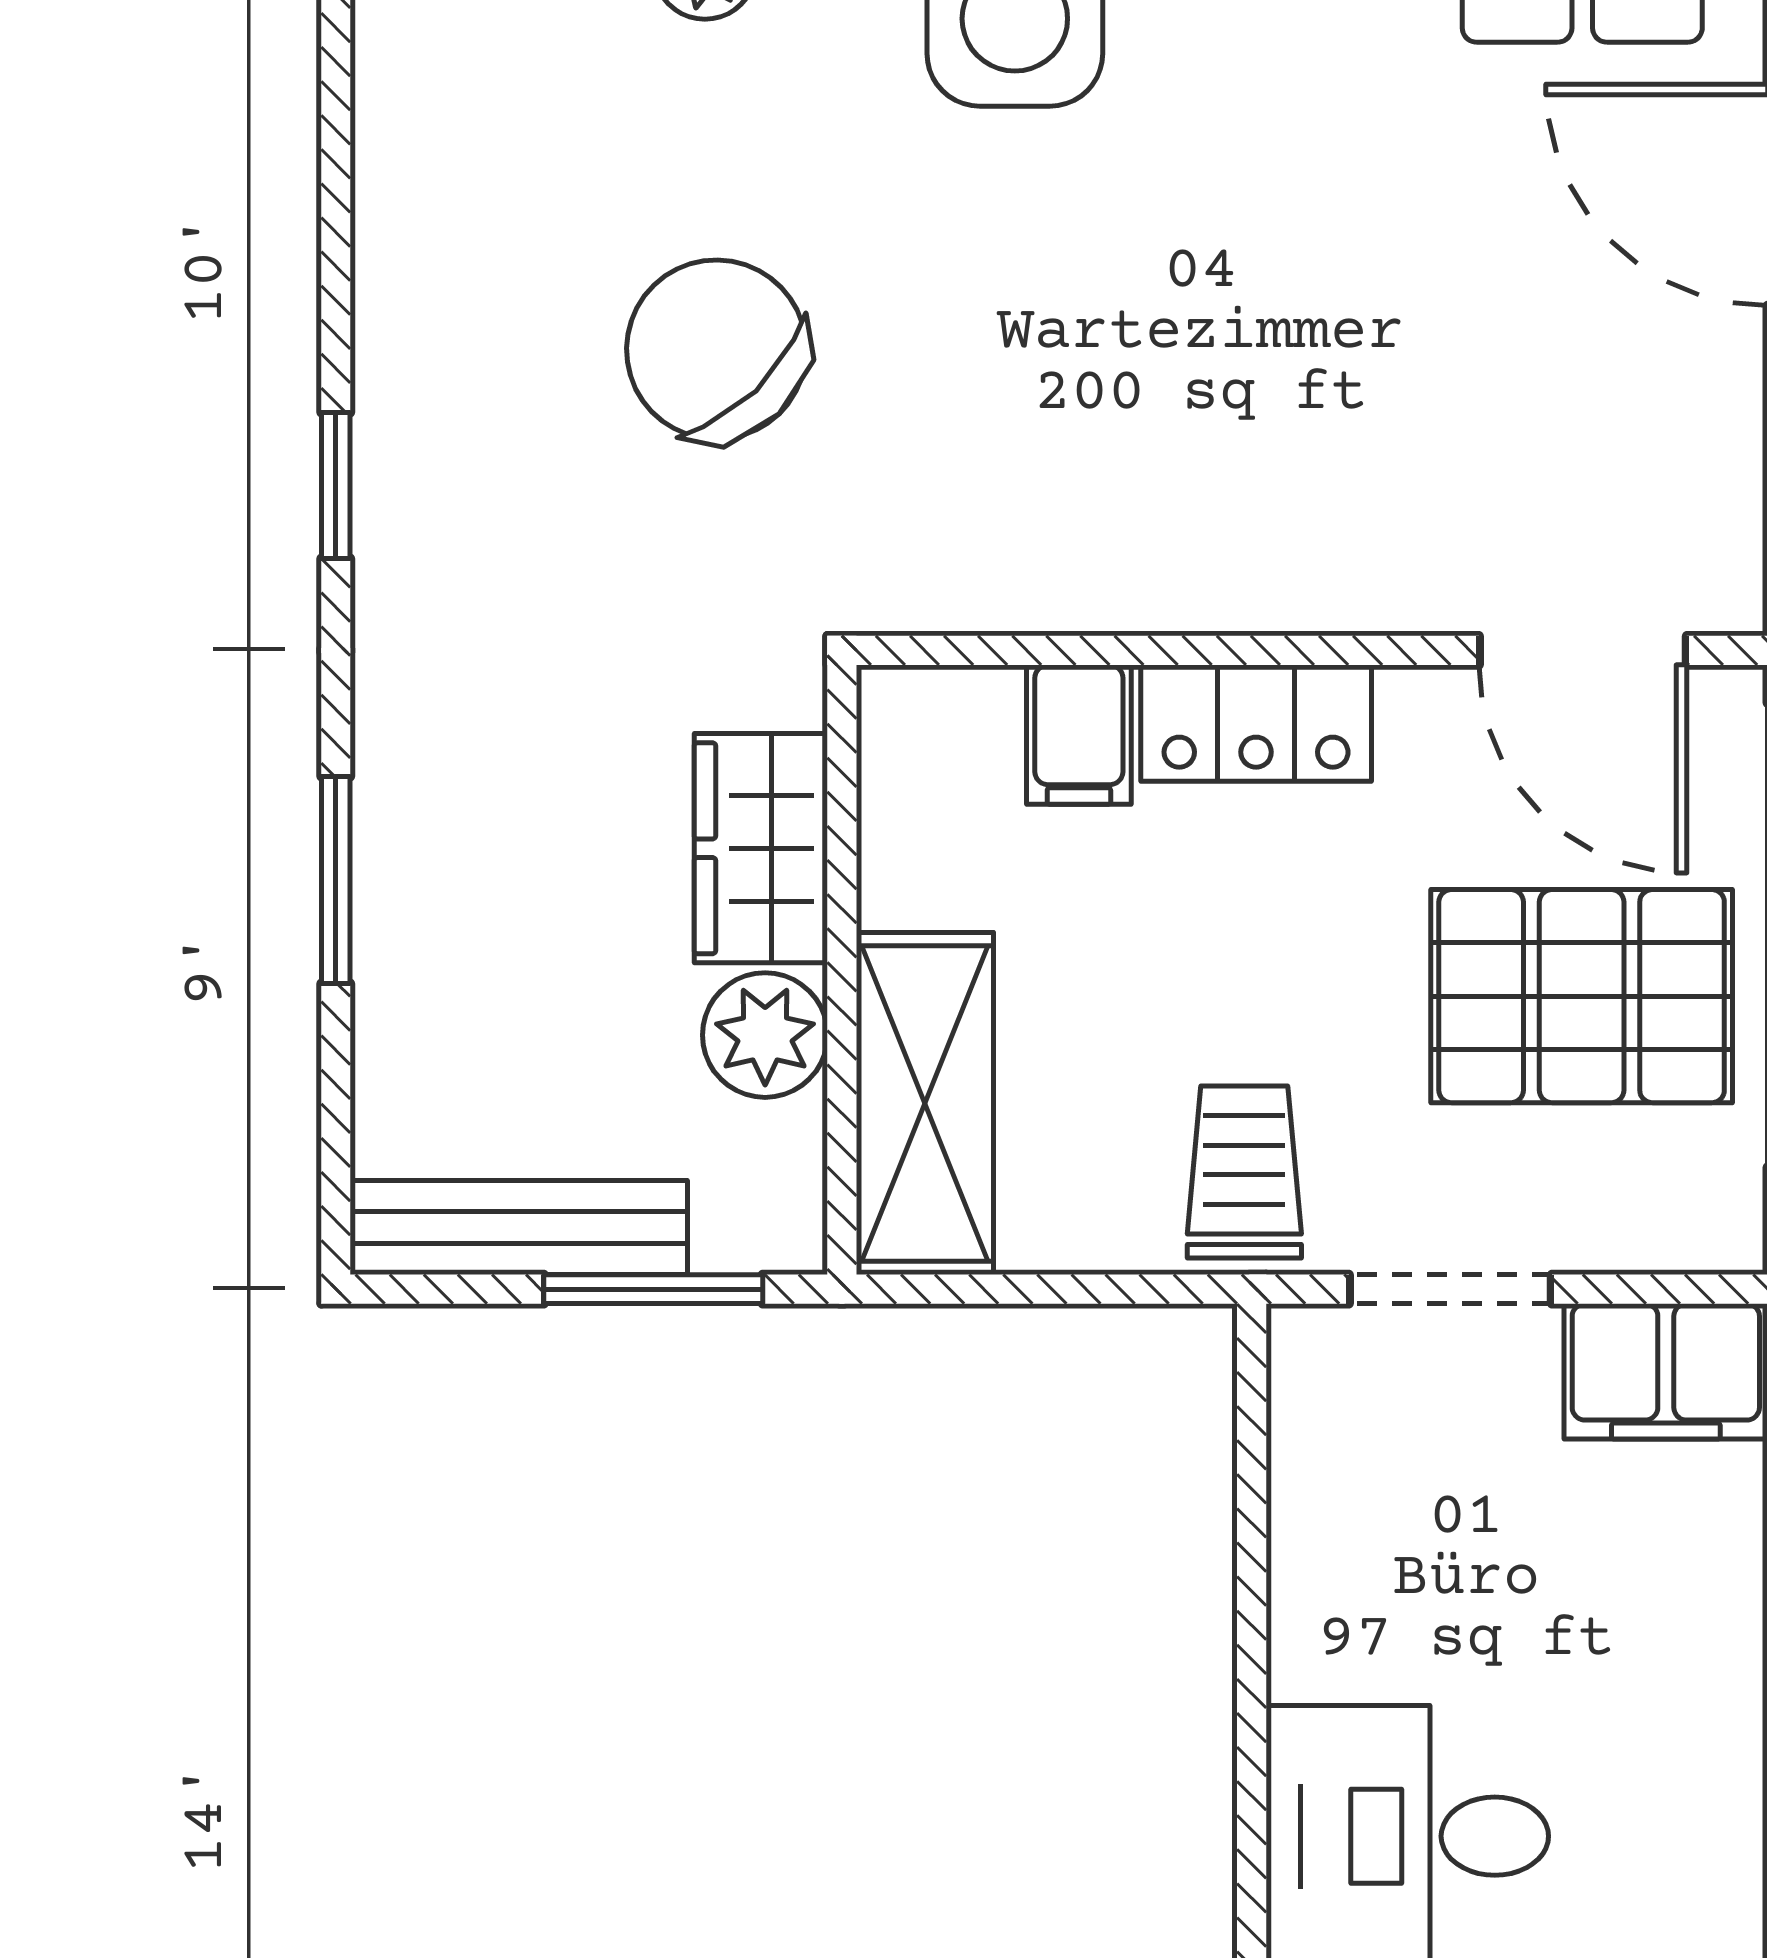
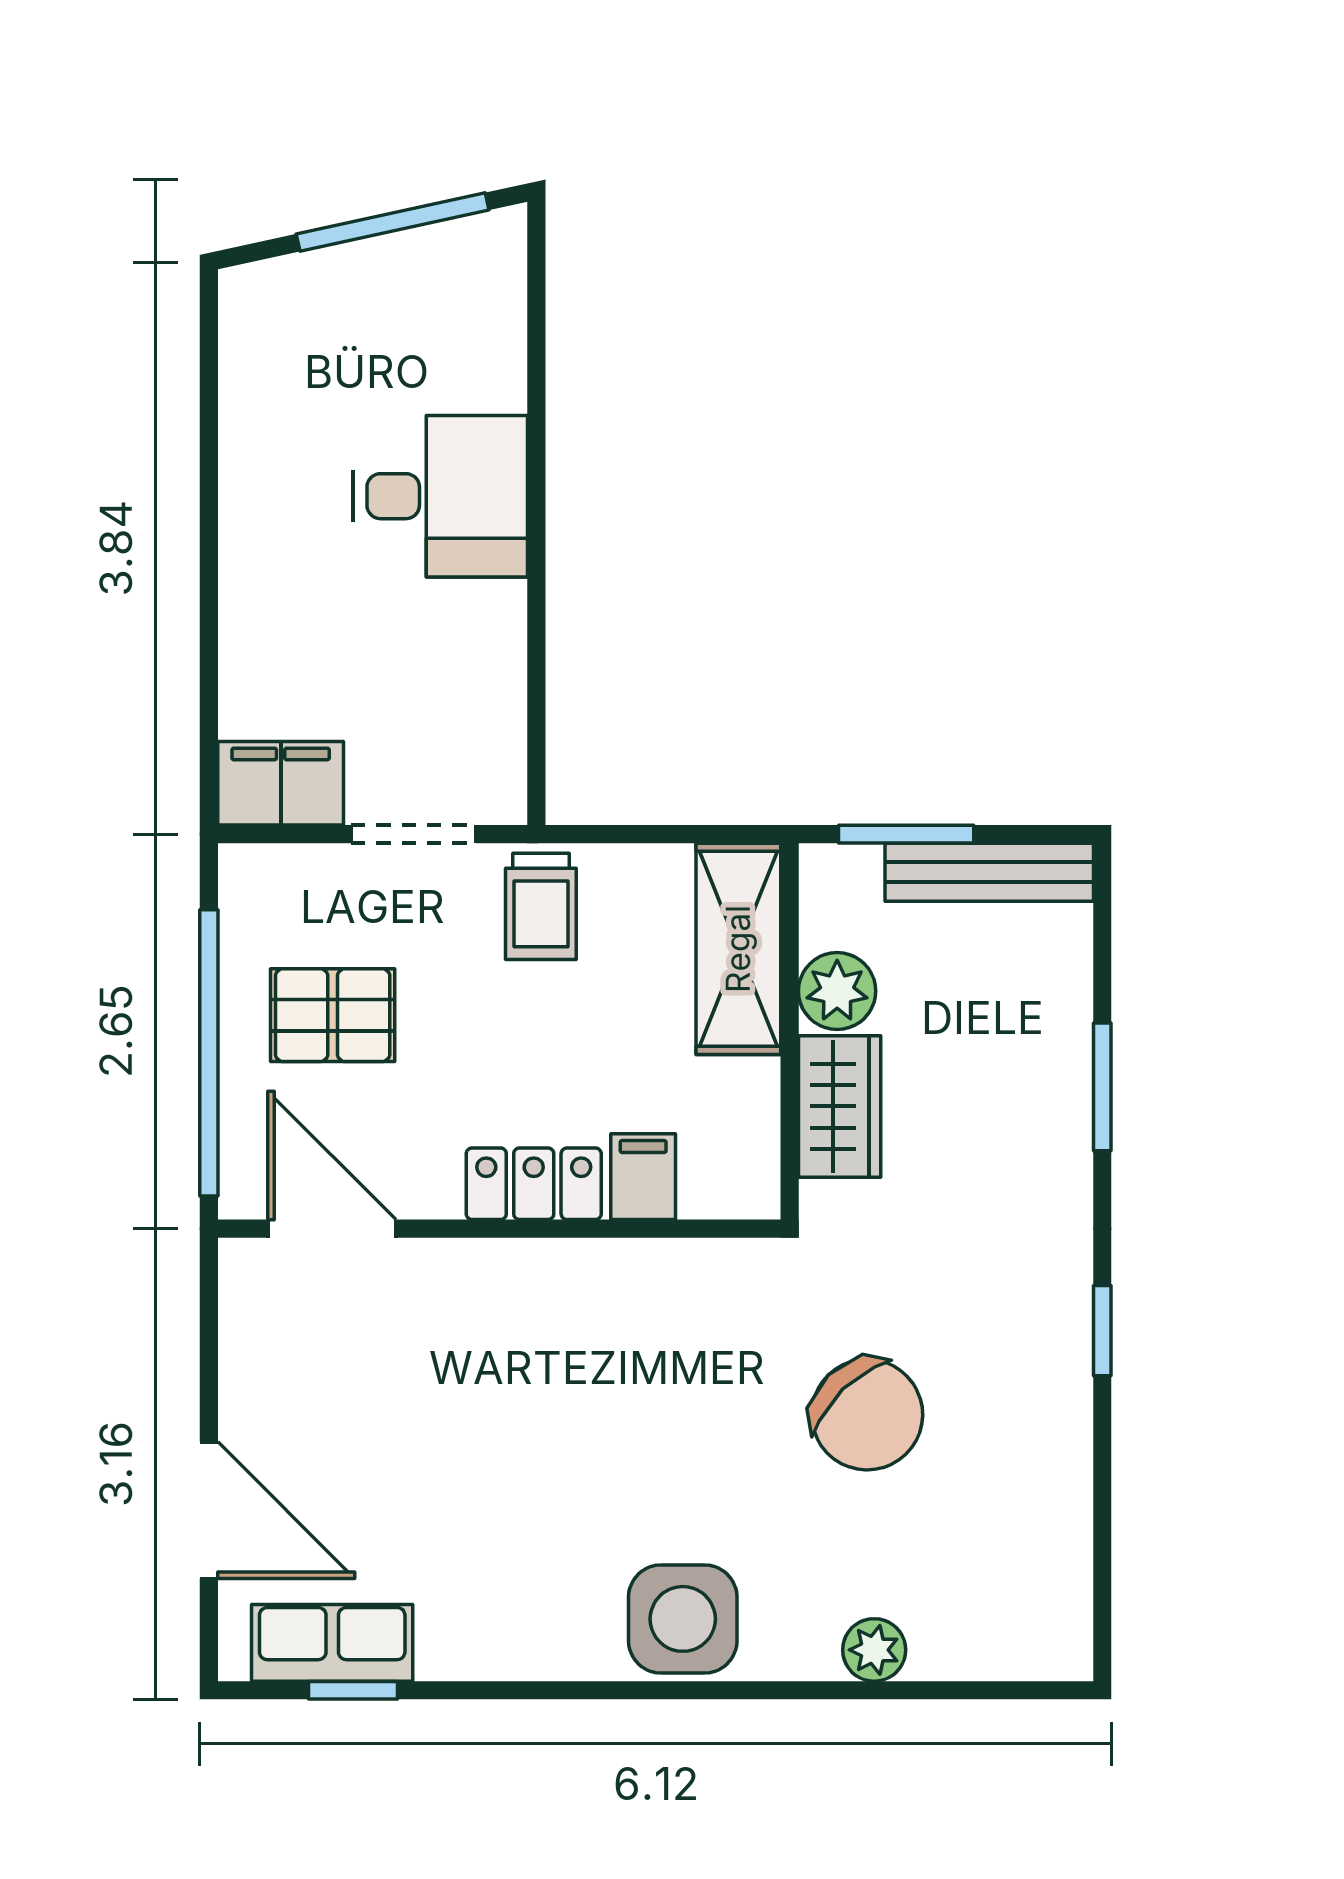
pallet: (1582, 996) -> (333, 1015), width x0.67, depth x0.71

